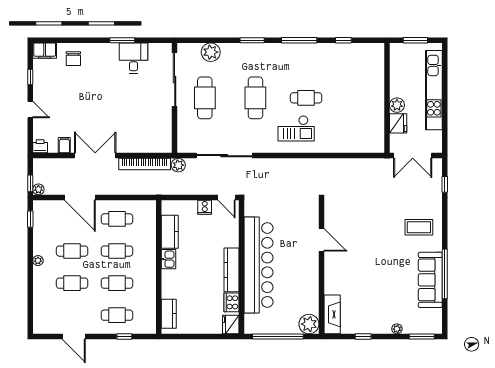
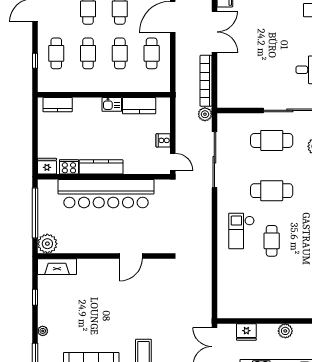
plant: (397, 105) -> (285, 331), moved
door: (227, 198) -> (173, 162), swing flipped

